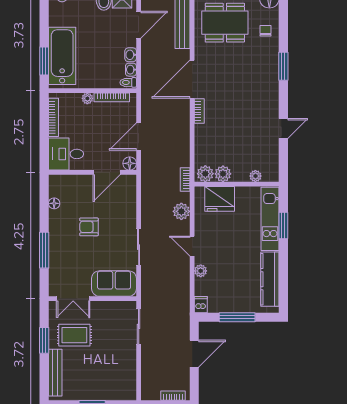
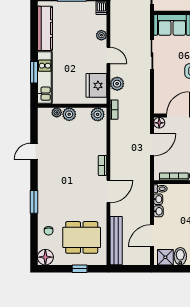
door: (192, 79) -> (108, 191), width x0.73
plant: (223, 174) -> (69, 114), moved
fridge: (220, 199) -> (96, 85), moved, turned -90

